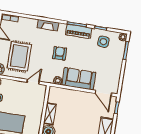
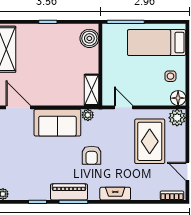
side table: (103, 42) -> (30, 183), removed
door: (33, 82) -> (124, 107), swing flipped
shelving: (50, 114) -> (92, 90), moved

